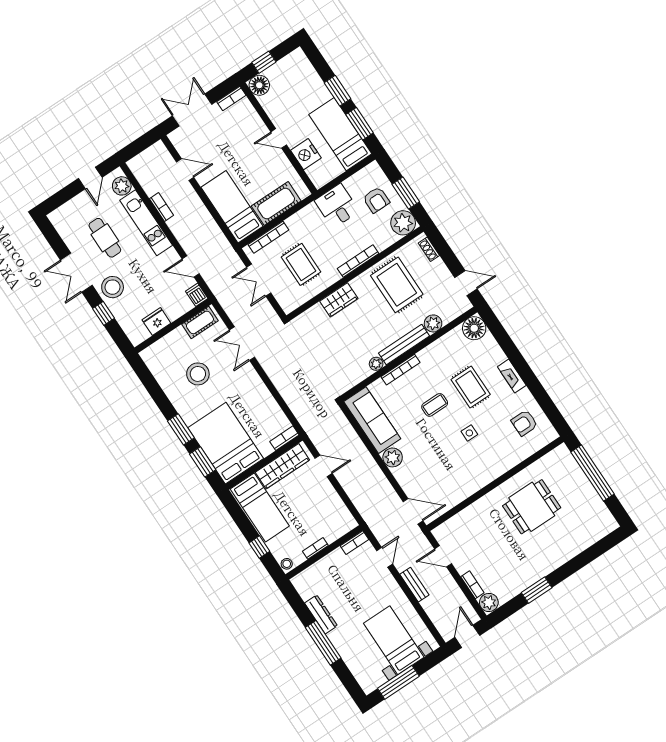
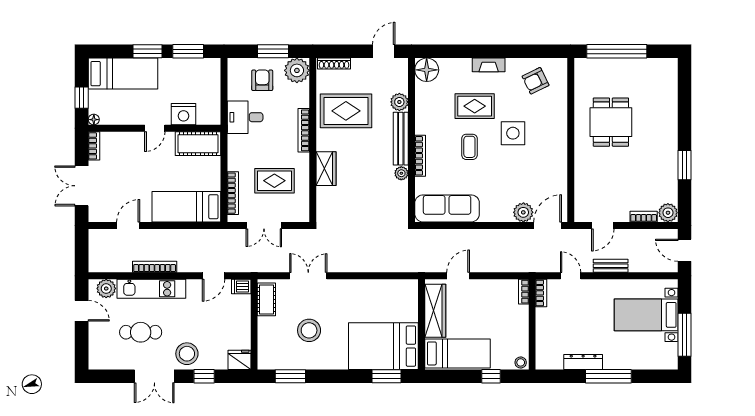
floor lamp: (259, 85) -> (94, 120), width x0.53, depth x0.53
bed: (340, 134) -> (123, 74), moved, turned 180
armchair: (376, 200) -> (262, 80), turned -90
cot: (276, 204) -> (198, 144), moved, turned 90
bookcase: (161, 207) -> (155, 267), width x1.56
shoe rack: (429, 249) -> (334, 64), width x1.43
fridge: (156, 322) -> (239, 360), moved, turned 90
double door: (242, 344) -> (308, 276), swing flipped
armchair: (524, 423) -> (536, 81), turned 64
window: (181, 429) -> (290, 376), moved
side table: (469, 433) -> (513, 133), width x1.87, depth x1.87
bookcase: (284, 438) -> (413, 293), removed
plant: (393, 457) -> (523, 212), moved
bookcase: (315, 548) -> (524, 292), moved

